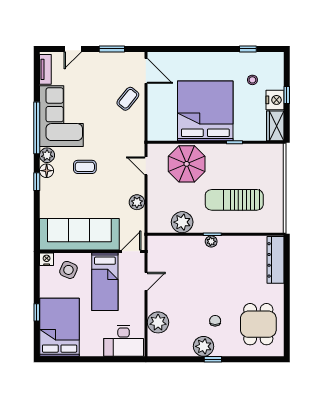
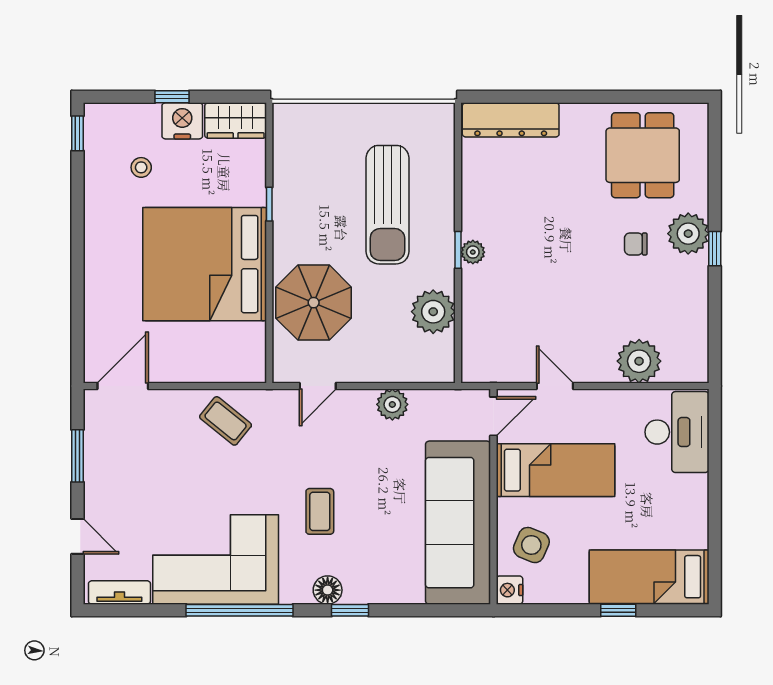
window: (248, 49) -> (77, 133), moved
coffee table: (128, 99) -> (226, 421), moved
plant: (47, 155) -> (296, 589), removed
door: (131, 251) -> (493, 416), swing flipped
dining table: (258, 324) -> (643, 155), turned 90
bed: (60, 327) -> (649, 577), width x0.67
plant: (204, 346) -> (688, 234), moved

